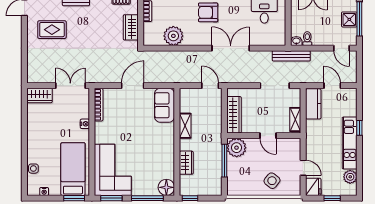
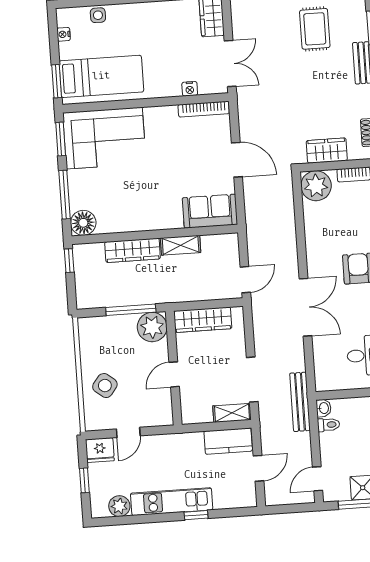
plant: (173, 36) -> (316, 186), moved
shelving: (295, 119) -> (232, 413), moved
nightstand: (85, 124) -> (190, 89), moved
wardrobe: (186, 163) -> (133, 250), width x1.50

